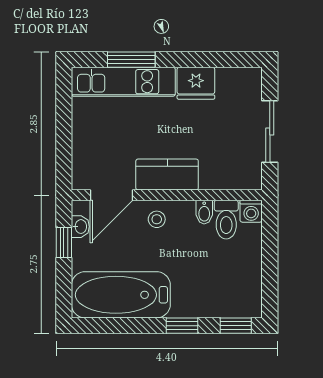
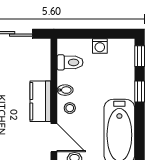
washing machine: (251, 211) -> (100, 46), moved, turned 90
bidet: (204, 212) -> (65, 90), moved

